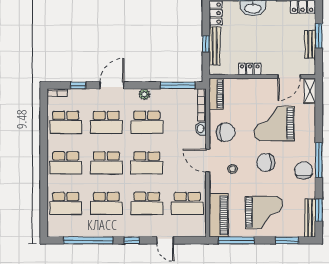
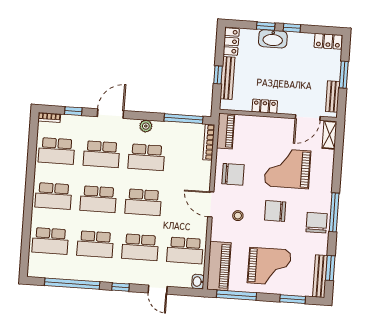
bench: (310, 44) -> (333, 96), moved
washbasin: (201, 129) -> (198, 282), moved

